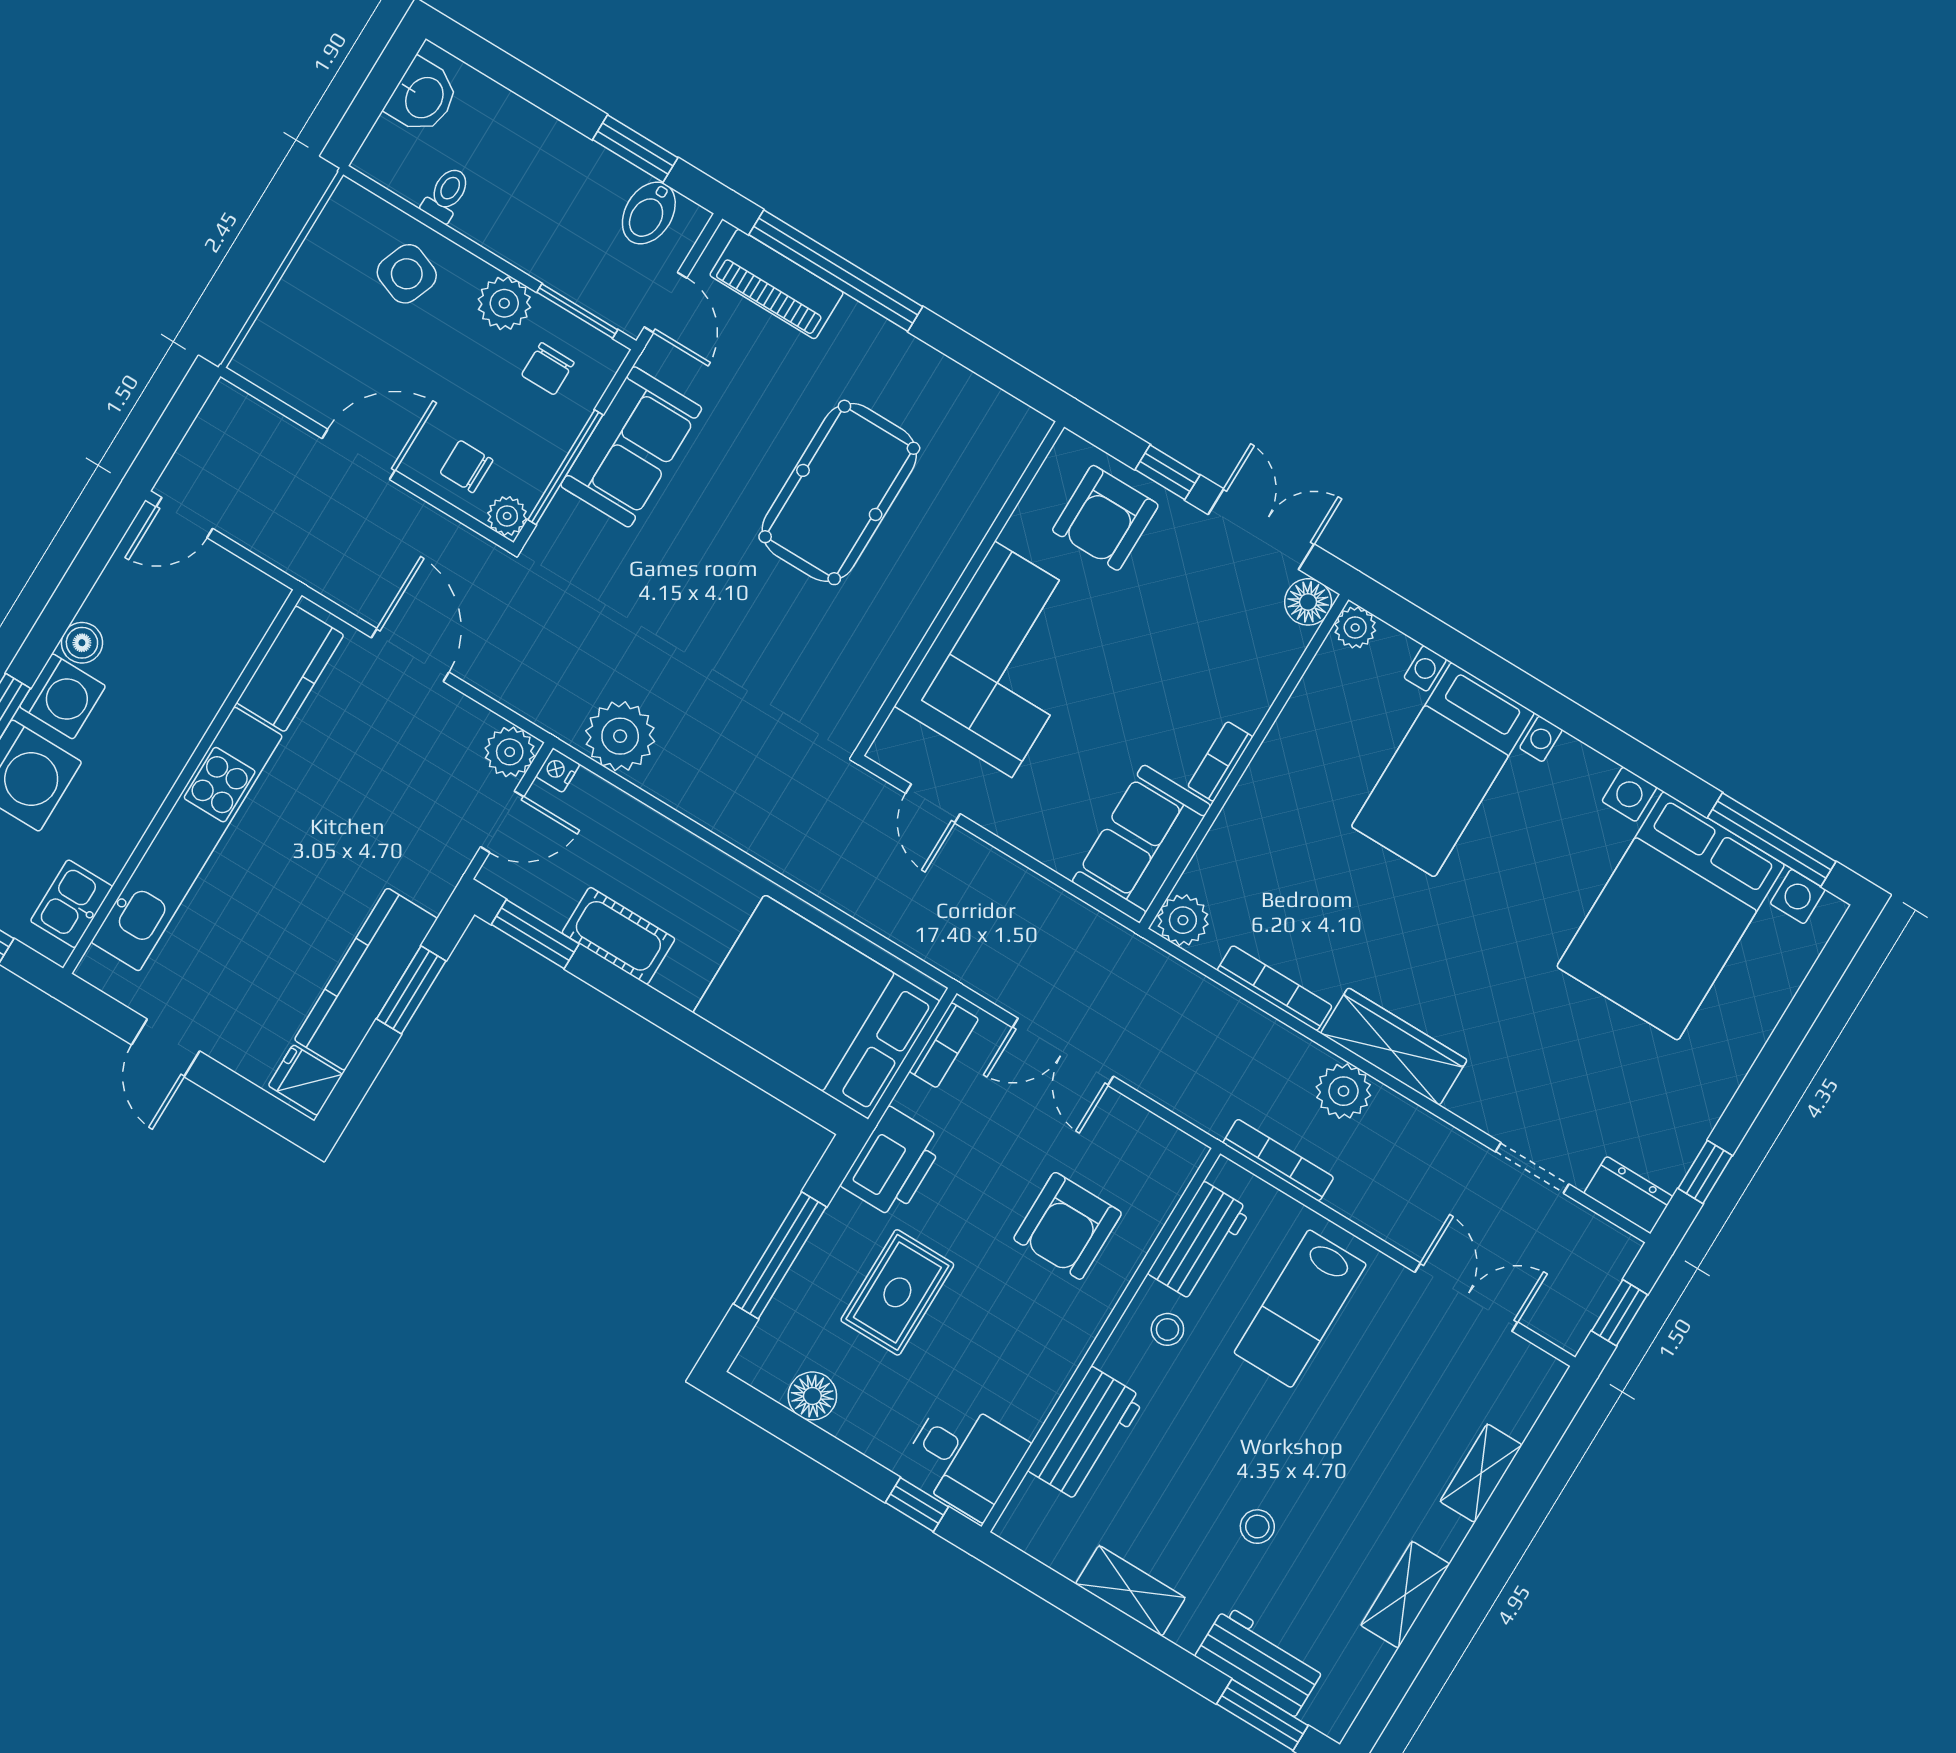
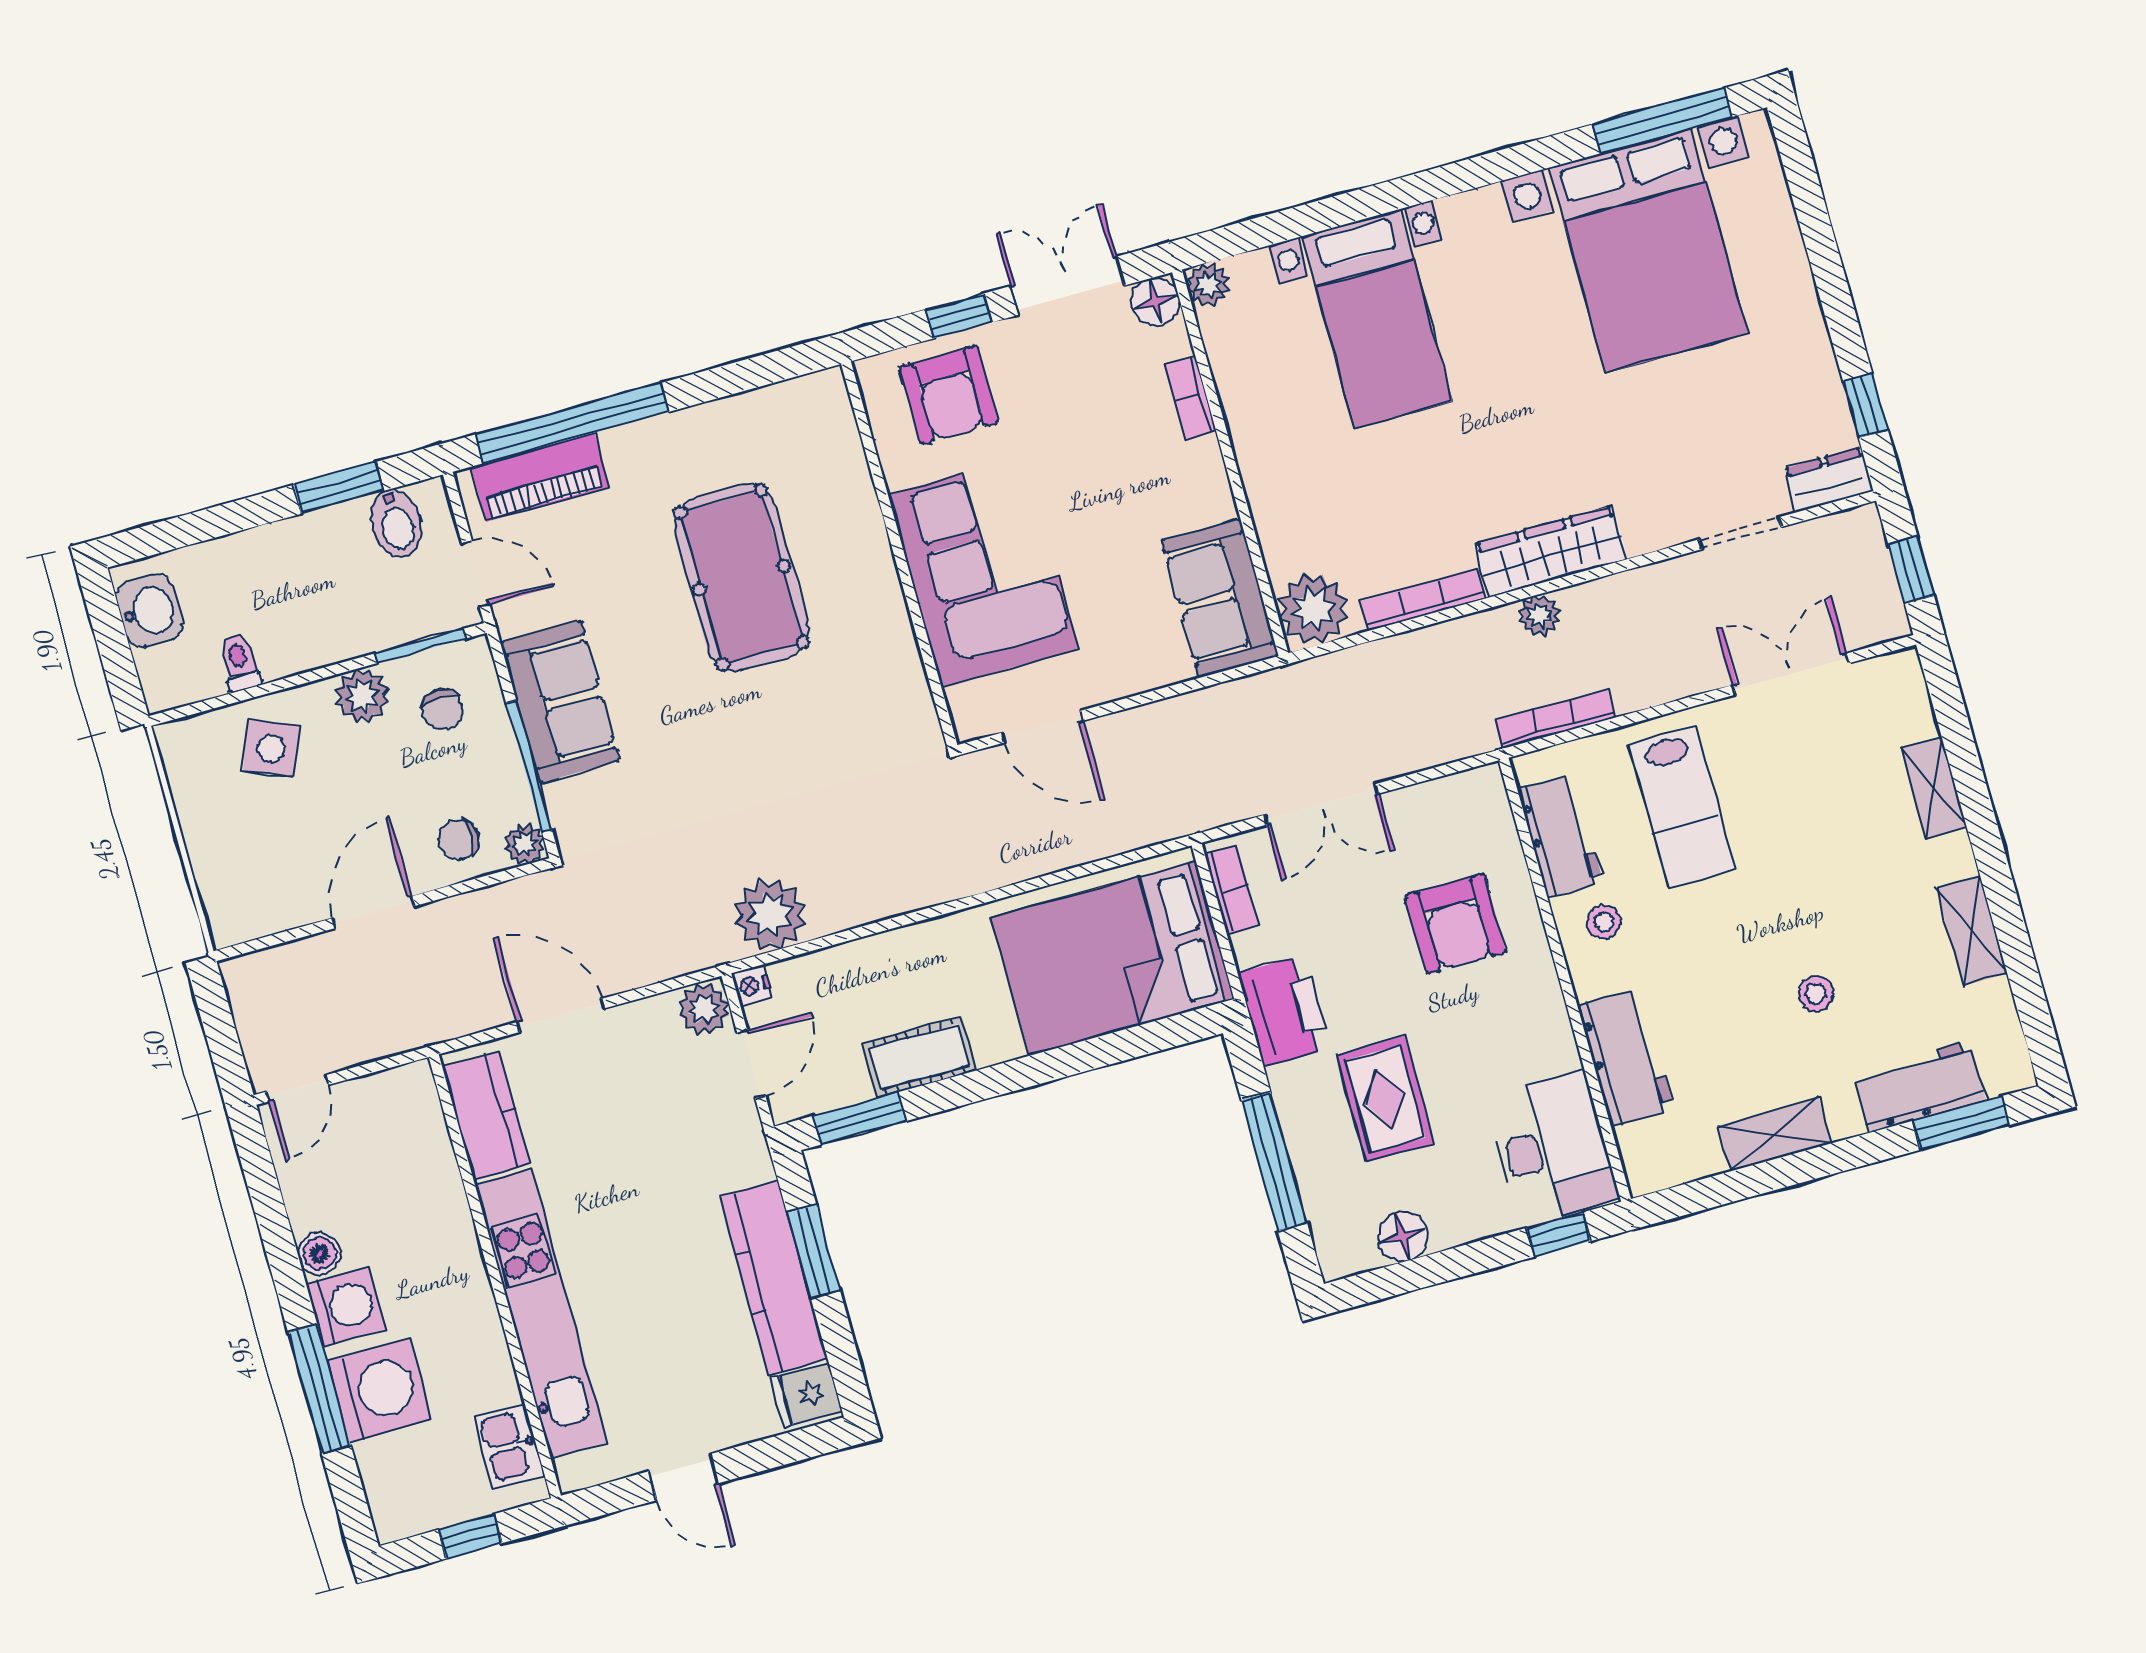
bookcase: (1220, 761) -> (1191, 398), moved
door: (933, 804) -> (1042, 727), width x1.38
plant: (1183, 920) -> (1313, 609), width x1.36, depth x1.36
plant: (1343, 1091) -> (1539, 616), width x0.73, depth x0.73
desk: (964, 1457) -> (1552, 1148), width x1.37

